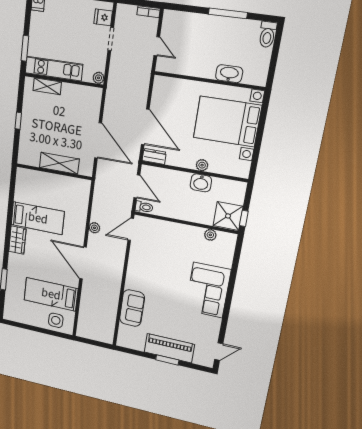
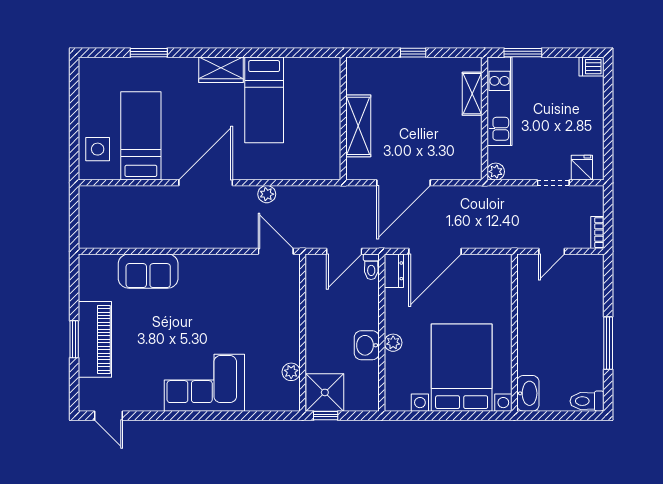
washbasin: (229, 74) -> (528, 393), moved
toilet: (144, 207) -> (371, 267), moved

